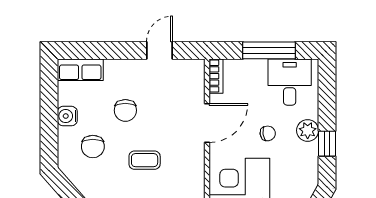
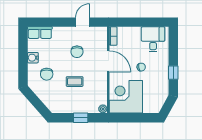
window: (269, 50) -> (142, 22), removed
chair: (125, 110) -> (77, 52), moved
door: (207, 123) -> (108, 61), hinge flipped
plant: (308, 130) -> (163, 65), removed

